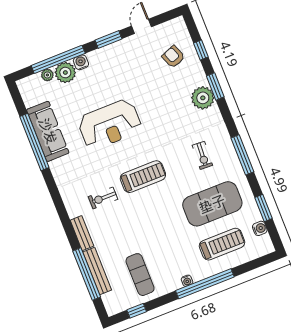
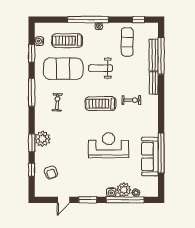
weight bench: (162, 225) -> (101, 68), added

